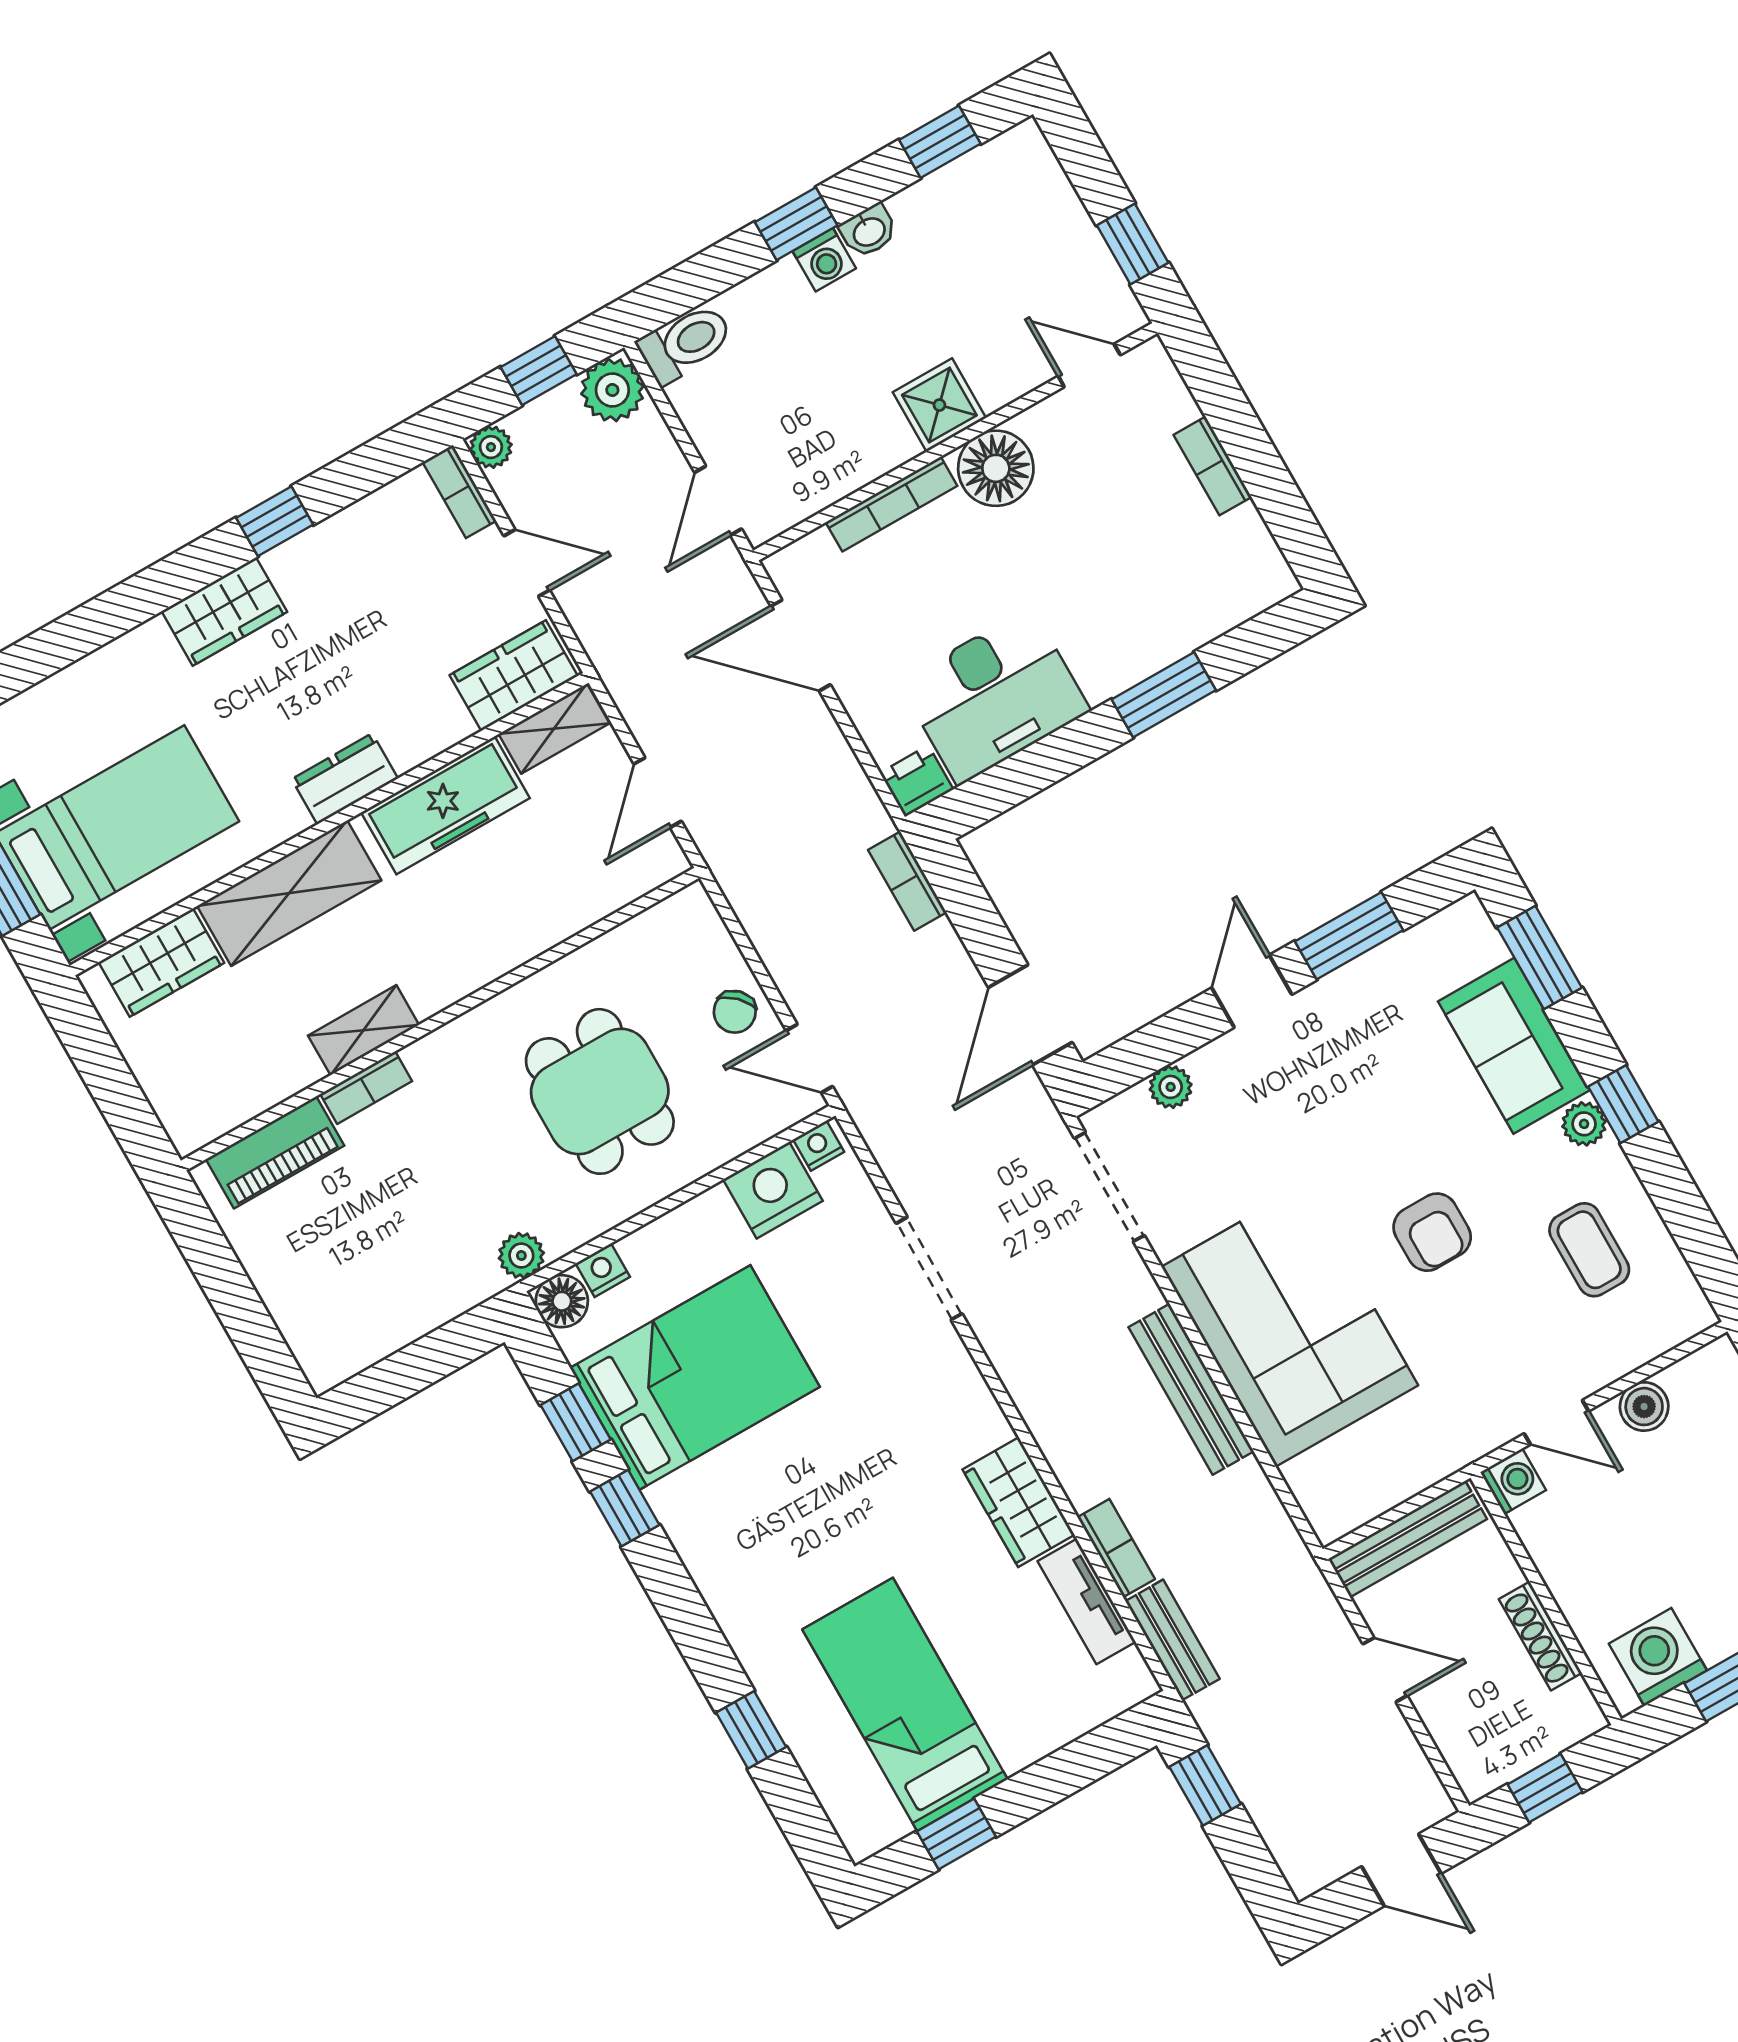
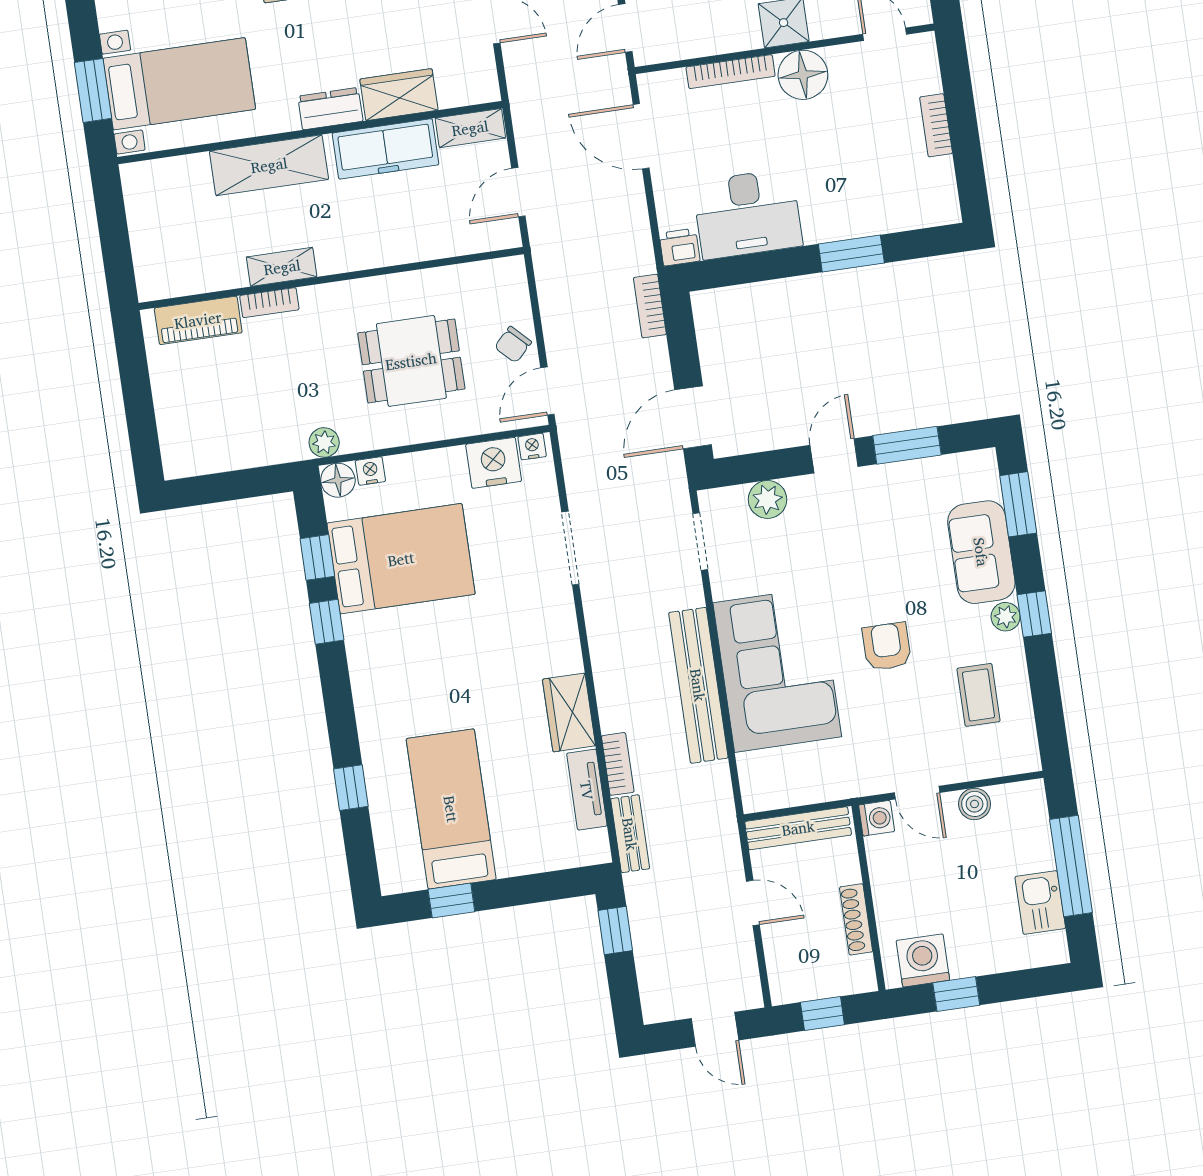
wardrobe: (514, 676) -> (399, 95), moved
wardrobe: (161, 963) -> (174, 177), removed
door: (809, 1058) -> (547, 391), hinge flipped
plant: (1171, 1087) -> (767, 499), width x1.38, depth x1.38
dining table: (600, 1091) -> (411, 361), turned 90
doorway: (1109, 1187) -> (700, 541), width x0.73
armchair: (1432, 1232) -> (887, 646), turned 180
bench: (1191, 1389) -> (698, 685), width x1.37, depth x1.21

